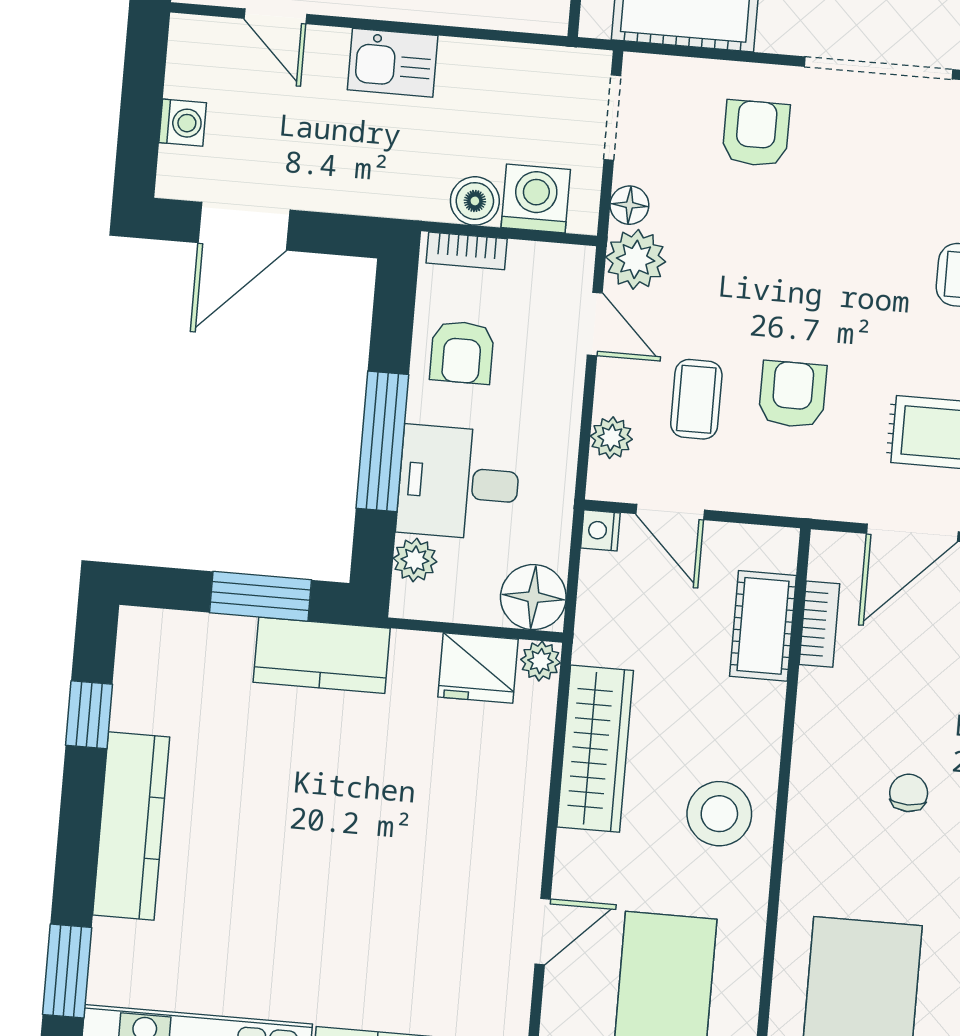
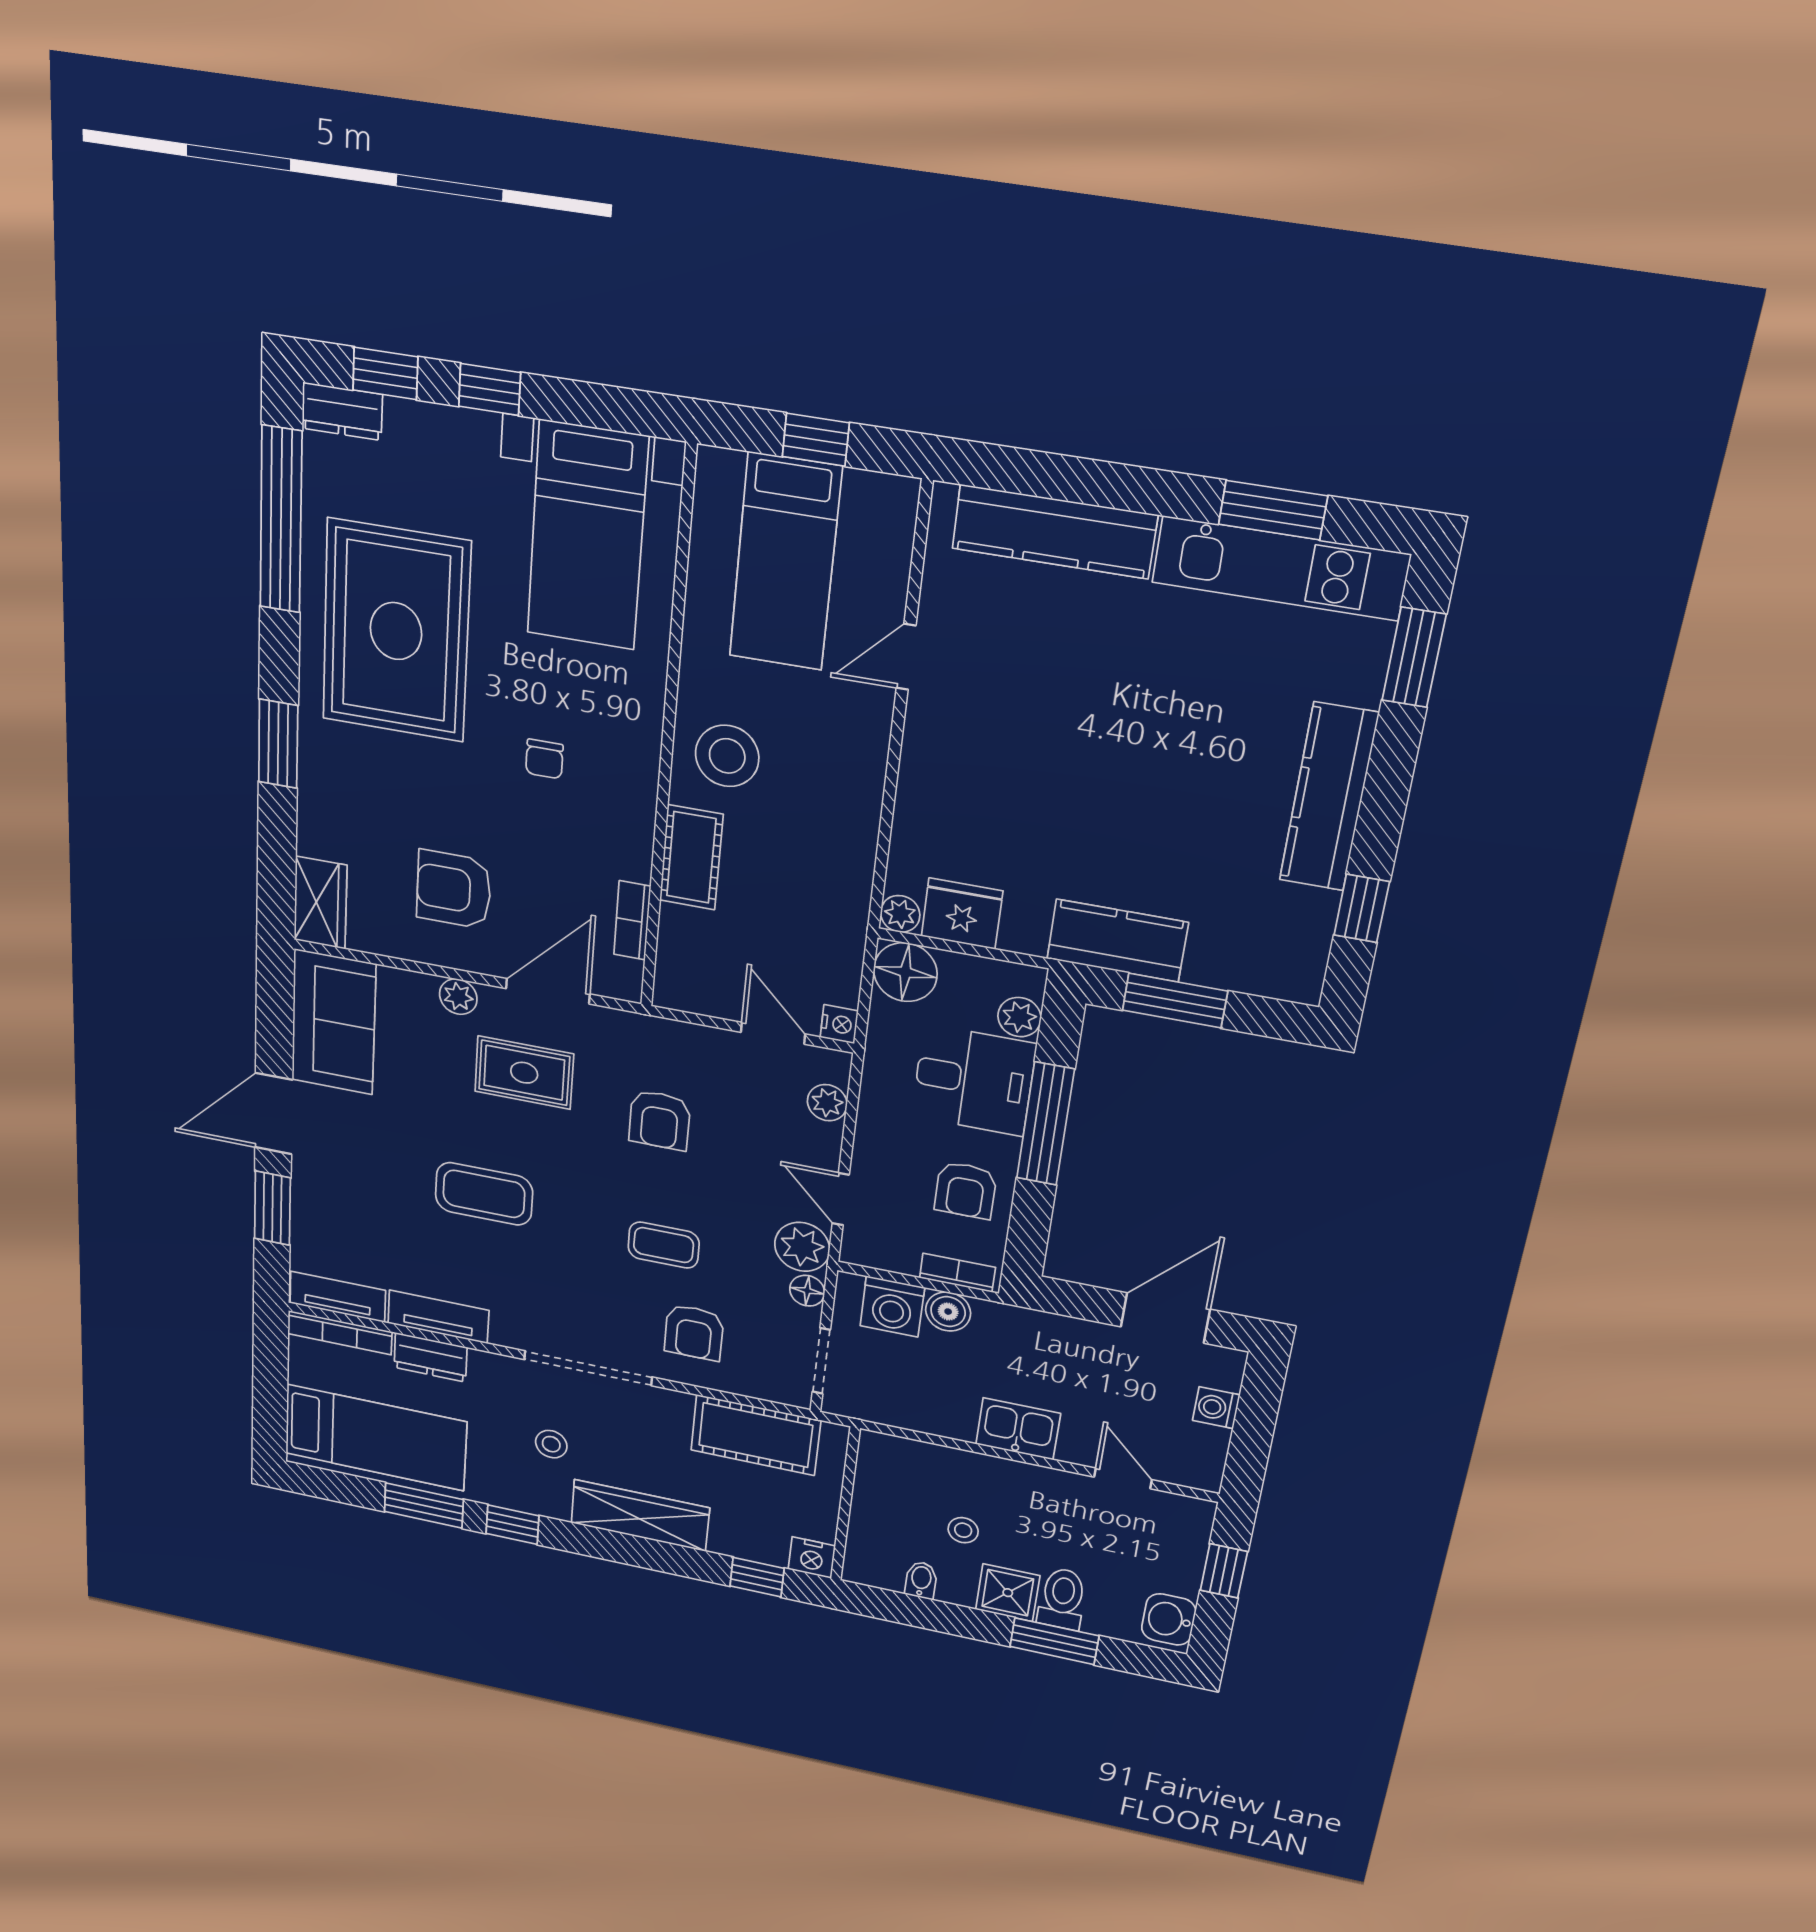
armchair: (462, 352) -> (966, 1190), turned 180
coffee table: (696, 399) -> (664, 1245), moved, turned 90
cot: (763, 626) -> (691, 857), moved
wardrobe: (595, 749) -> (849, 828), removed

